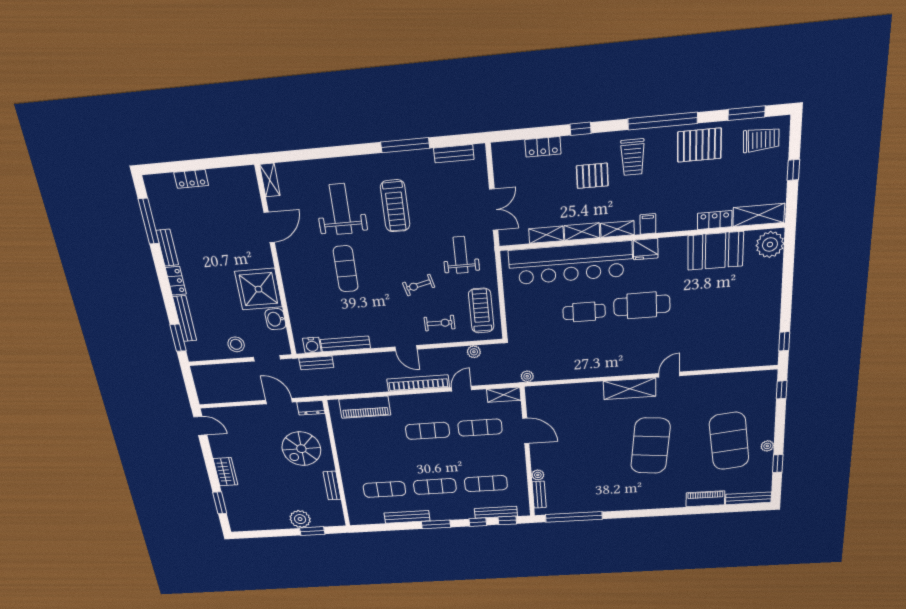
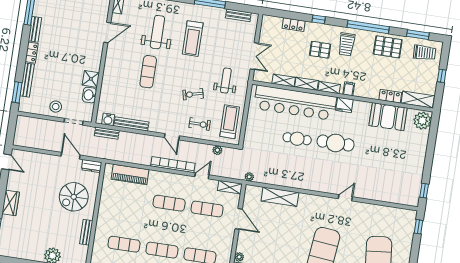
shower: (258, 289) -> (91, 79), width x0.54, depth x0.54
shelving: (630, 389) -> (280, 197), moved

